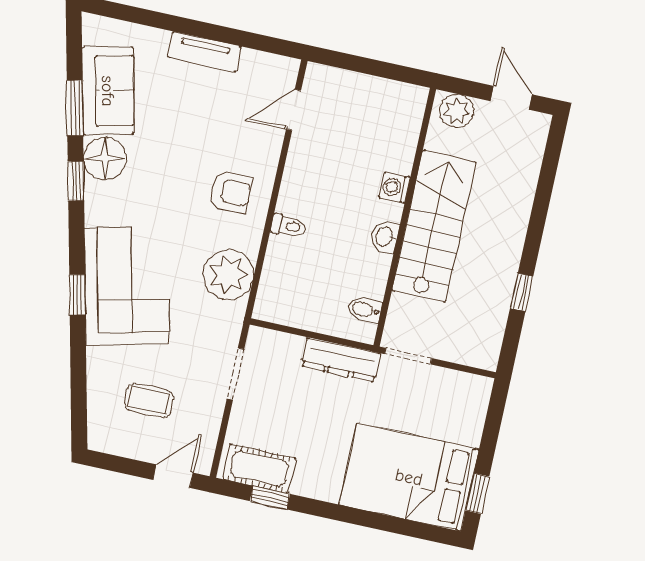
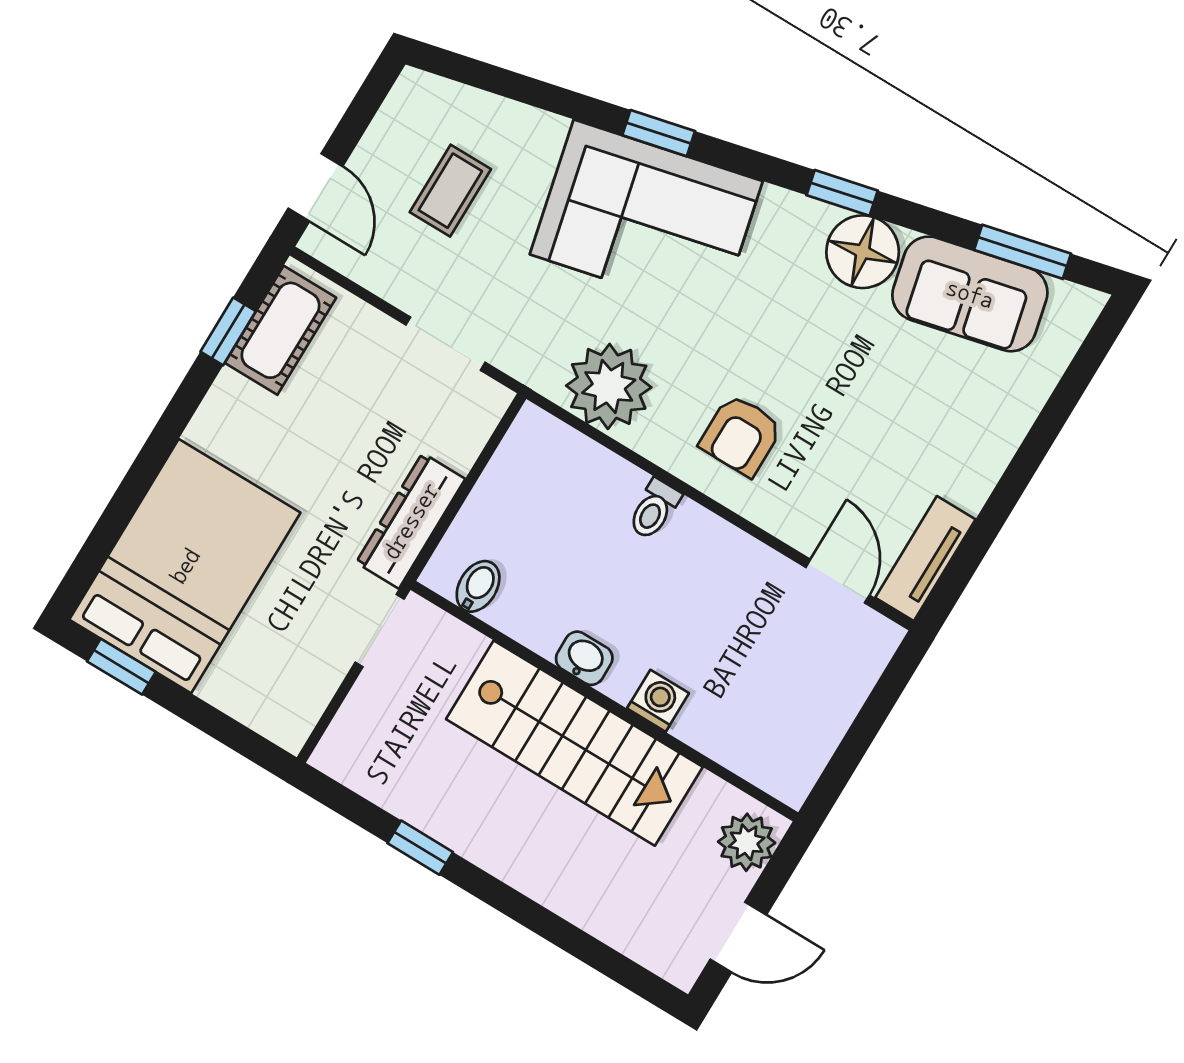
tv unit: (204, 52) -> (925, 559), moved
window: (75, 108) -> (1023, 252), moved

